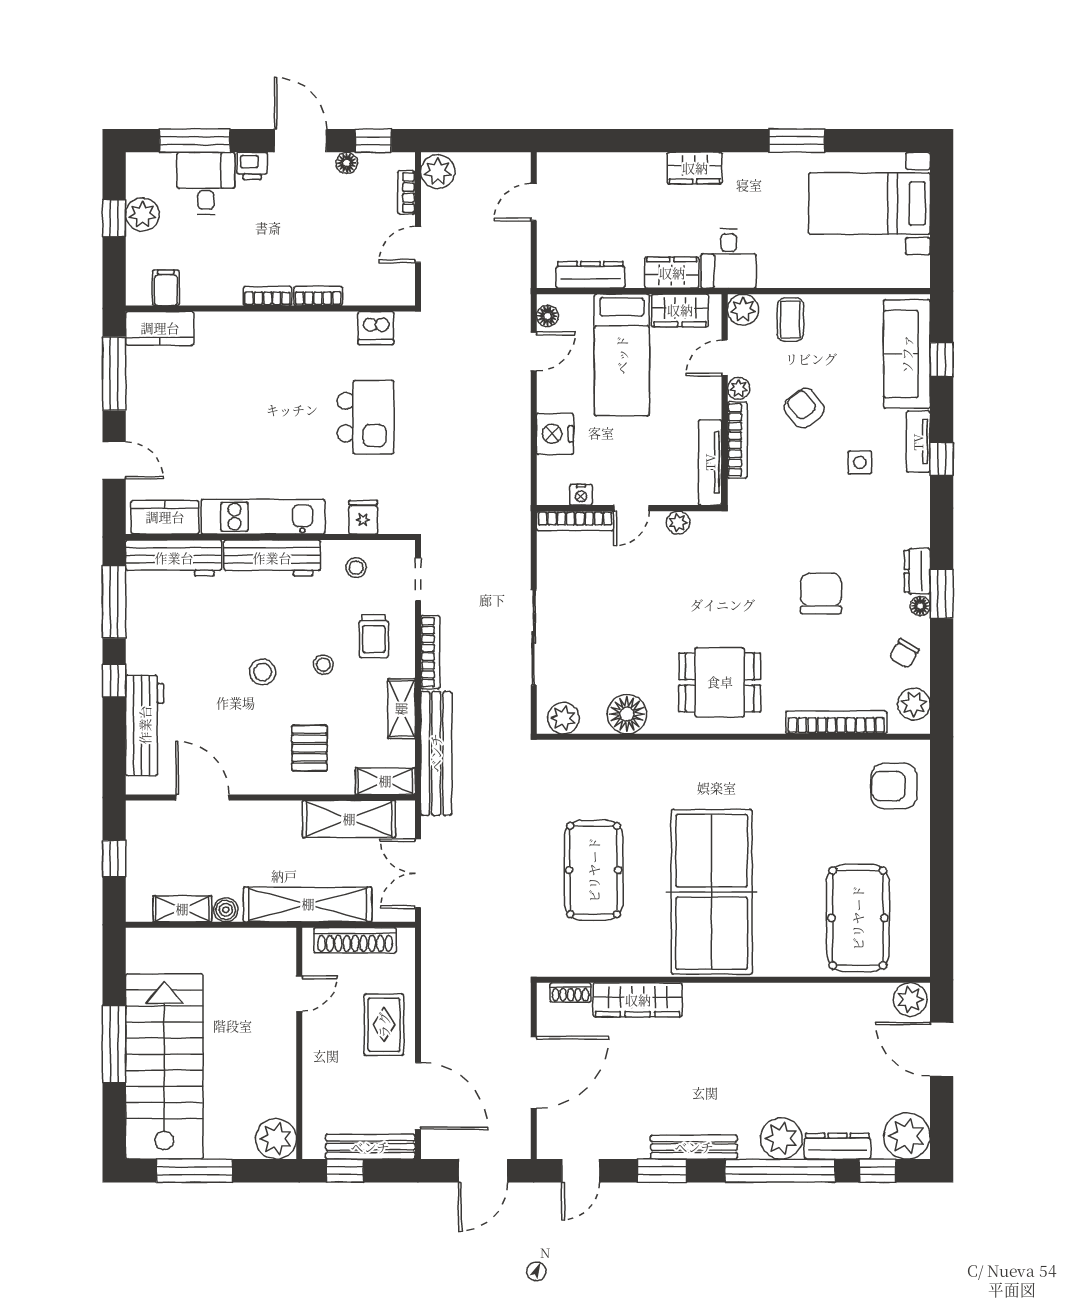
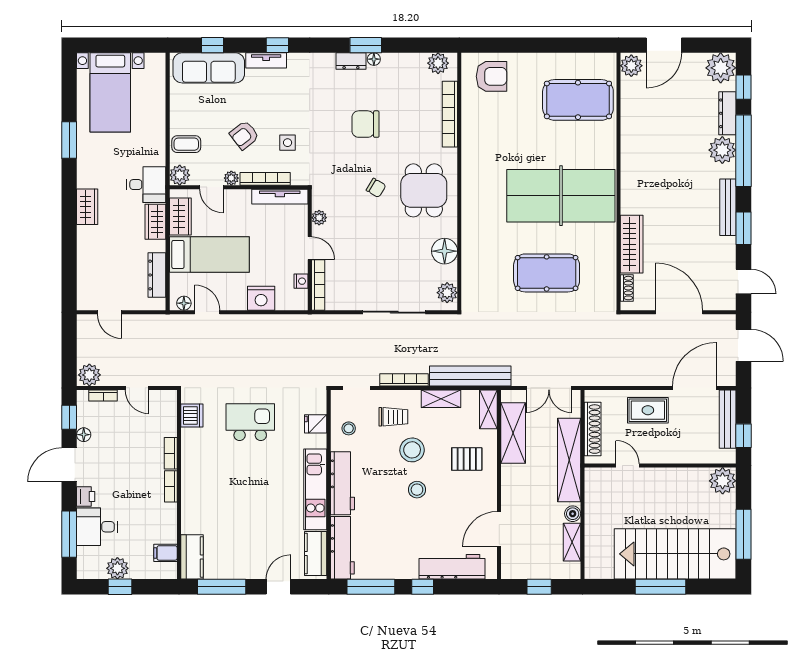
side table: (860, 462) -> (288, 143), moved
chair: (904, 653) -> (376, 188), moved
stool: (323, 665) -> (412, 450), width x1.89, depth x1.89
armchair: (894, 786) -> (492, 76), turned -90

